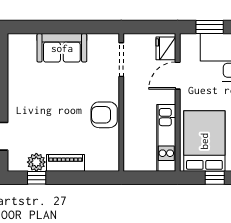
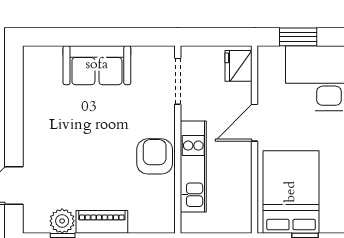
door: (178, 76) -> (255, 123), moved
armchair: (104, 115) -> (155, 156), turned 90
kitchen unit: (166, 138) -> (193, 166), moved, turned 180

